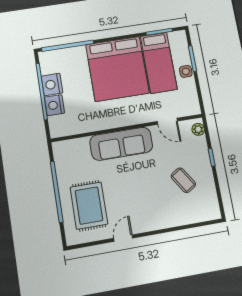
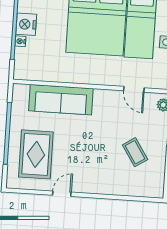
nightstand: (54, 105) -> (20, 41), width x0.53, depth x0.56
sofa: (121, 144) -> (61, 100), moved

